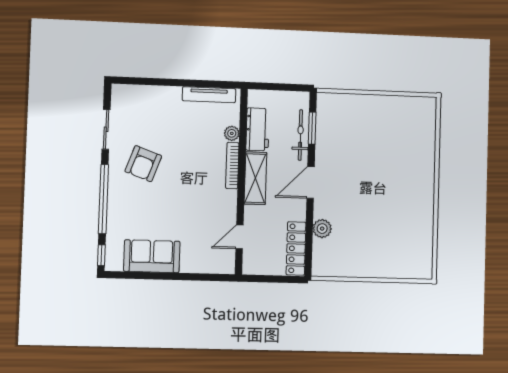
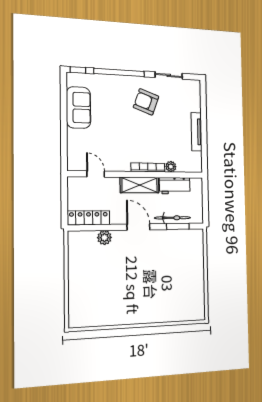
tv unit: (209, 95) -> (197, 132), moved

